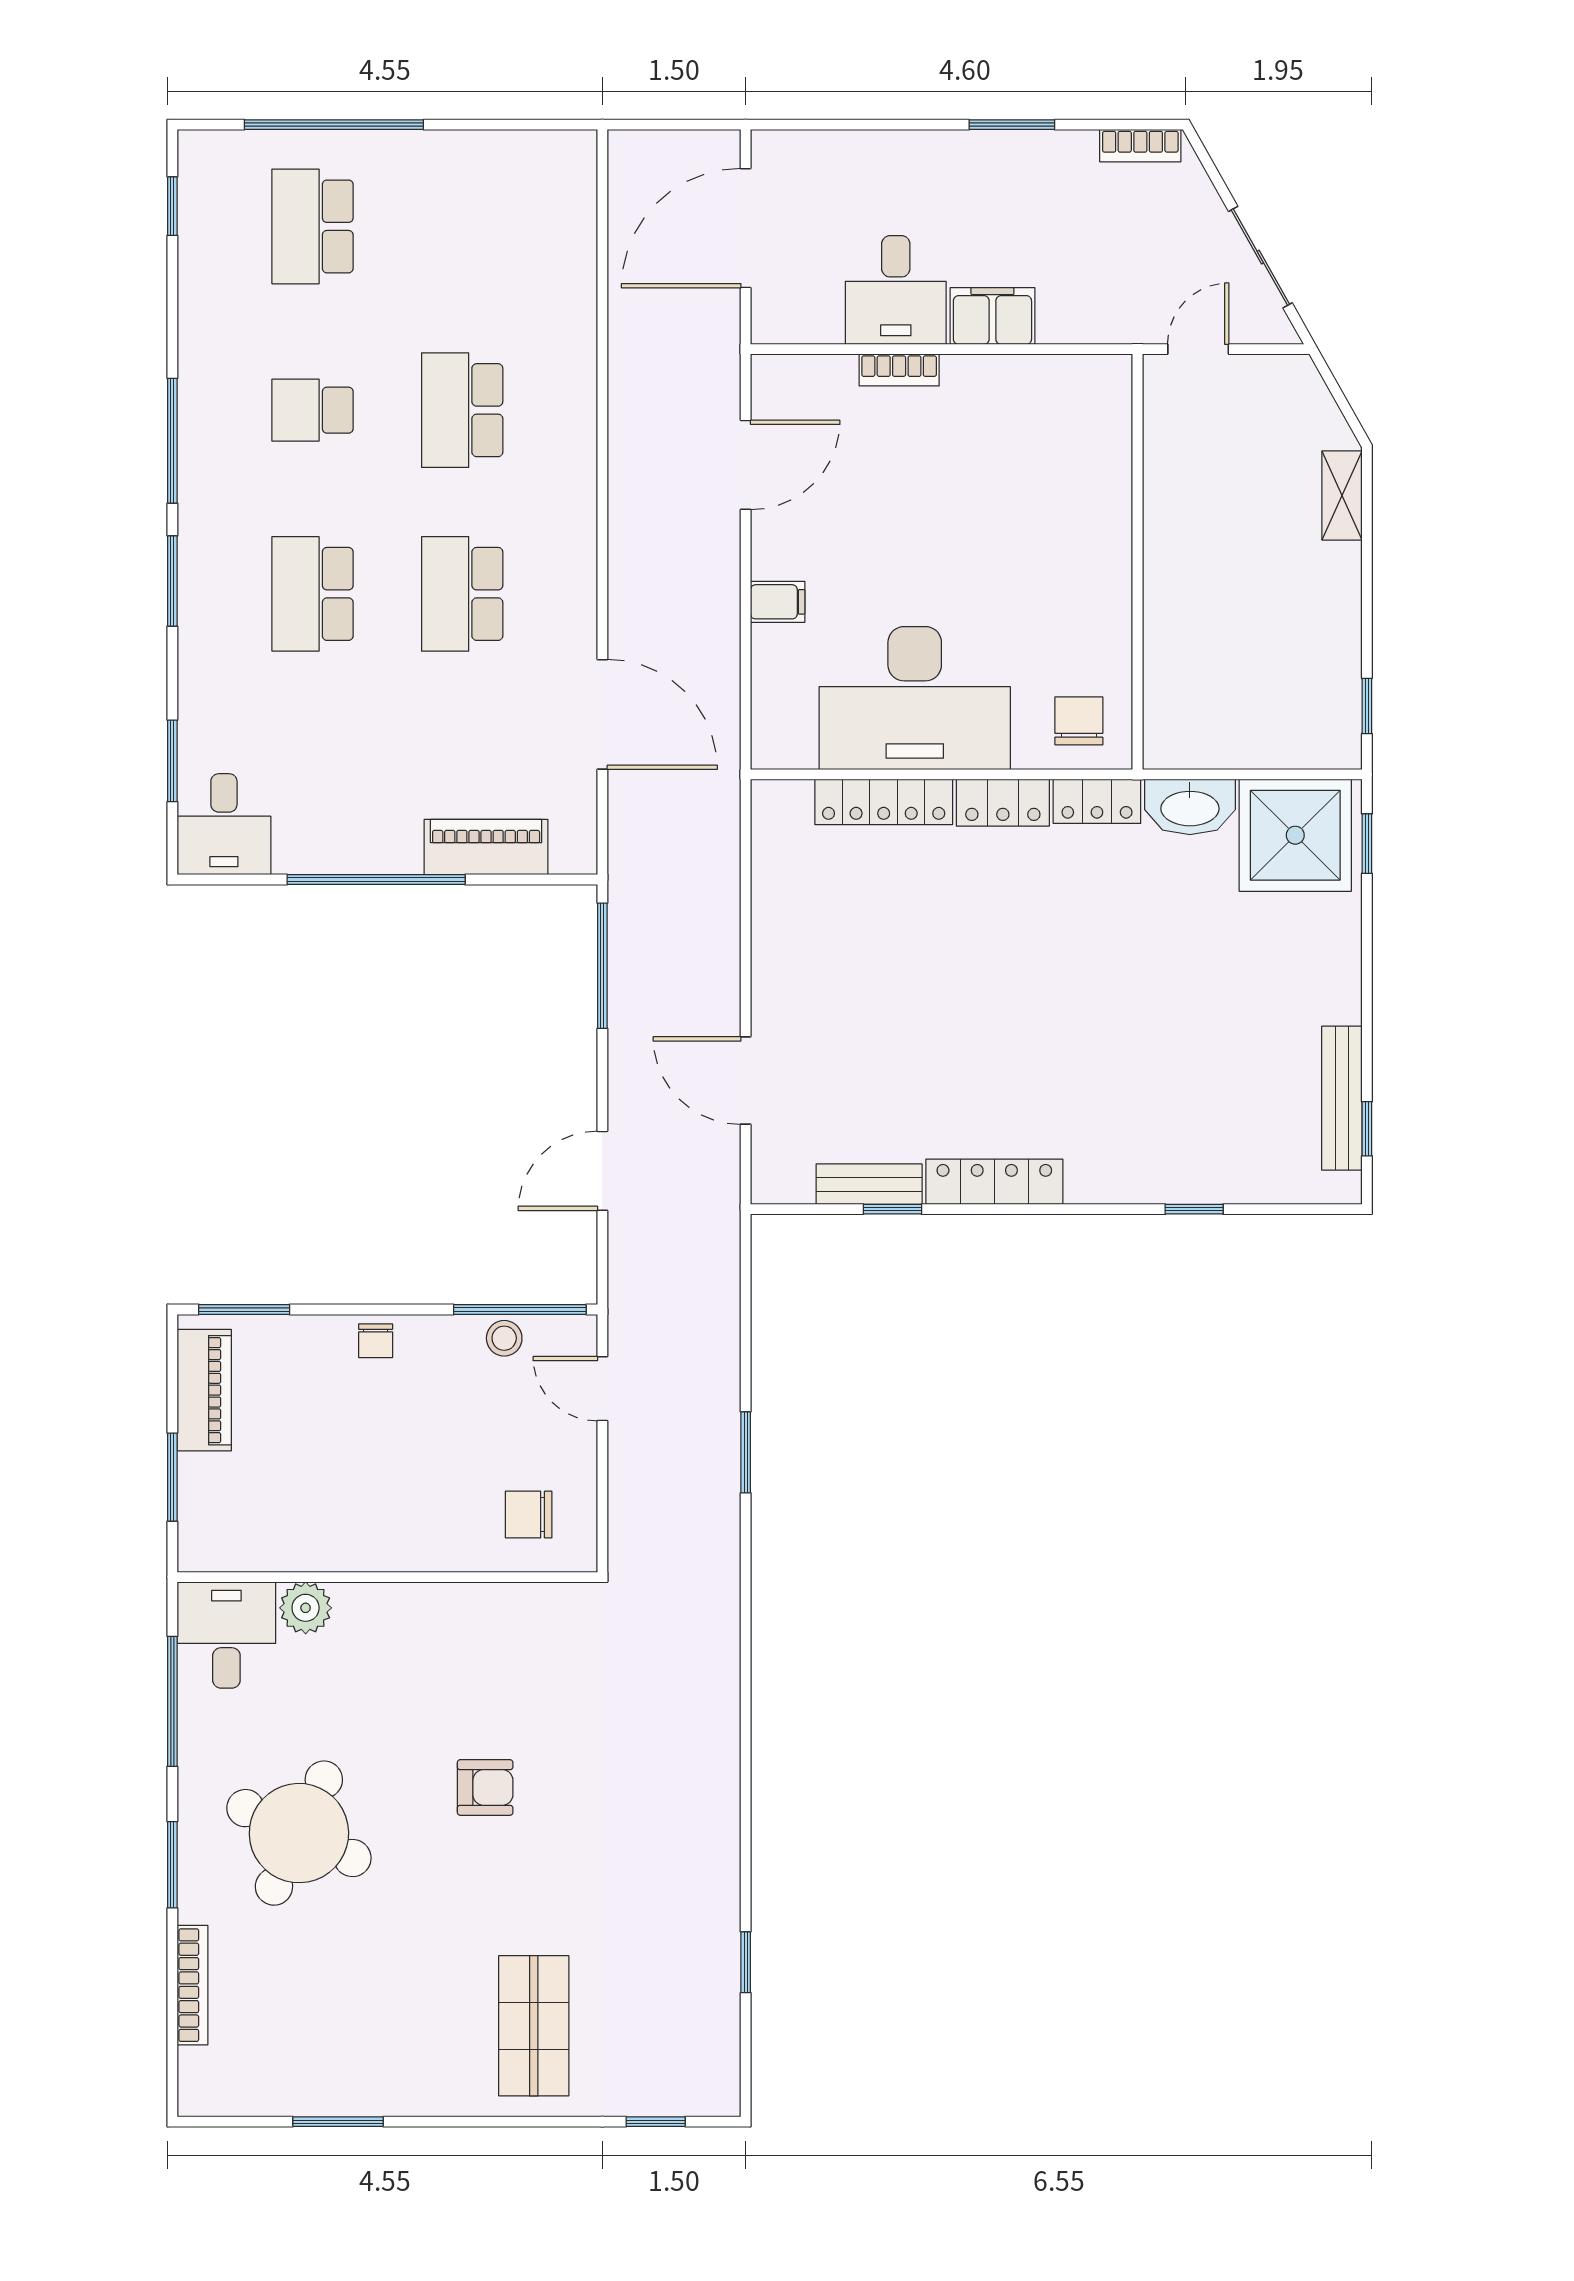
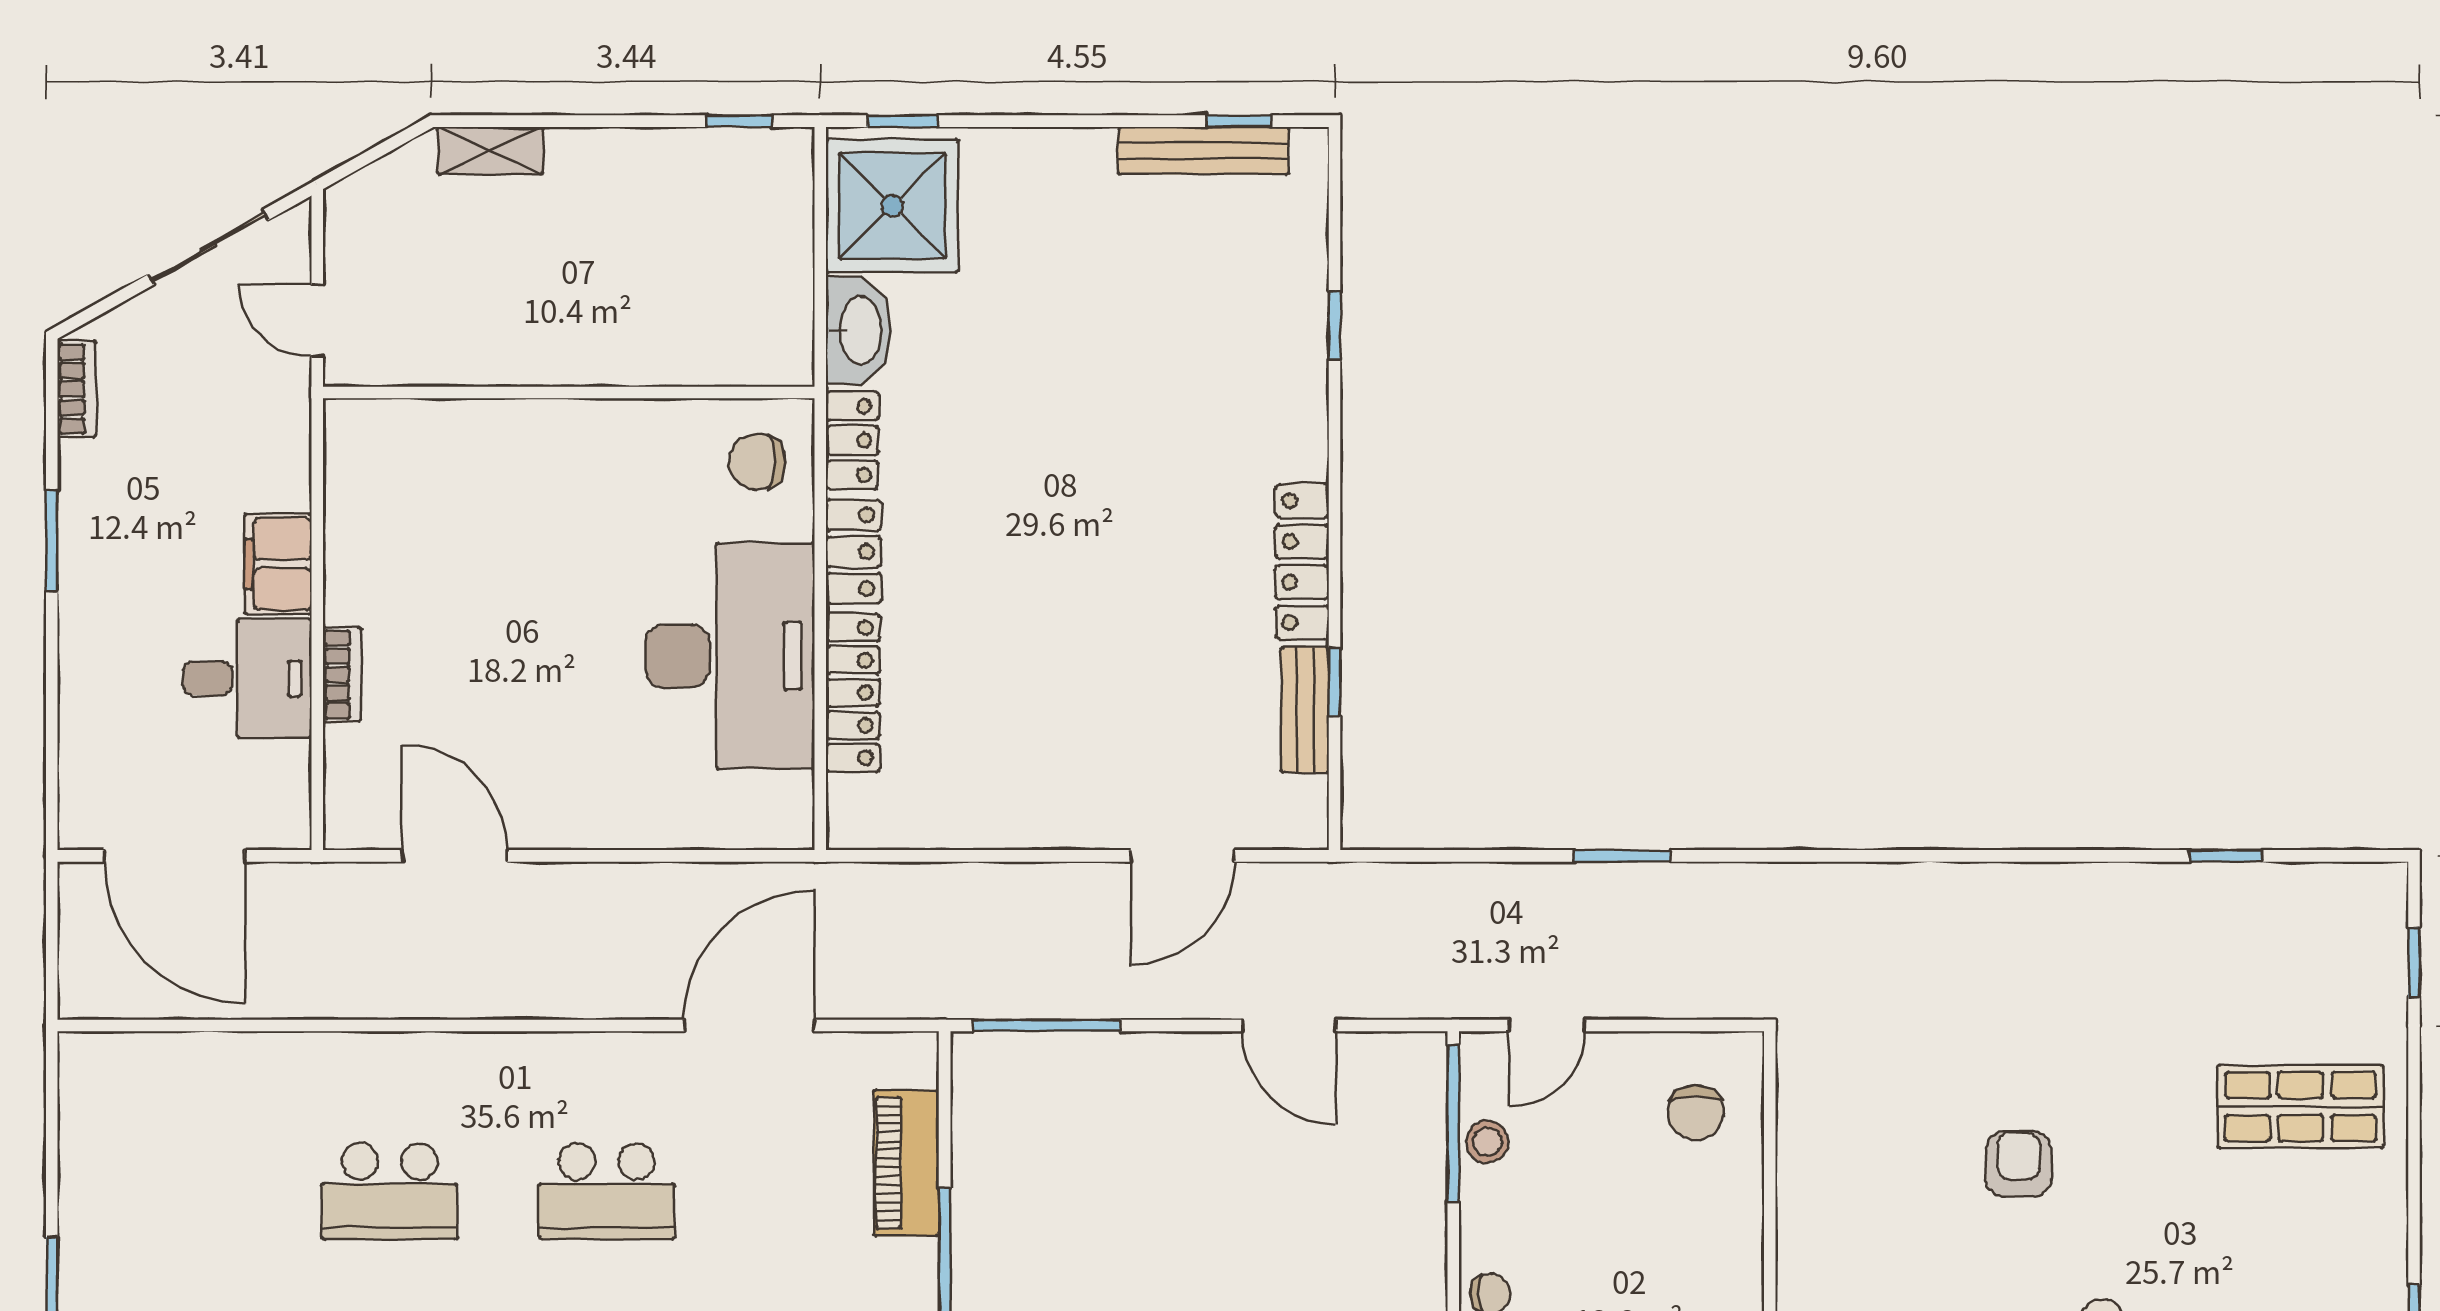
filing cabinet: (778, 602) -> (616, 818), removed

